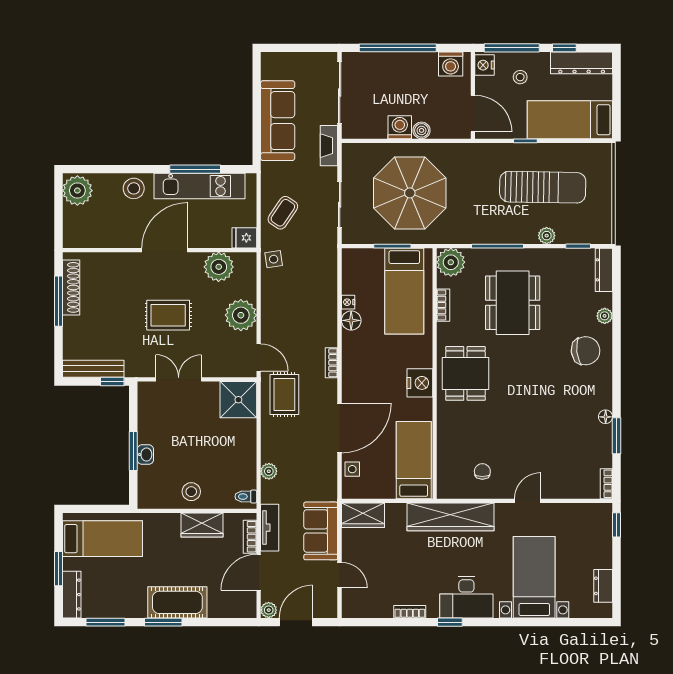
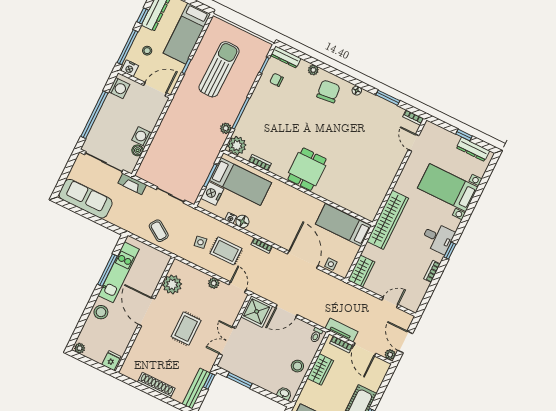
sofa: (278, 121) -> (86, 199), moved
boiler: (422, 130) -> (138, 150), moved
plant: (77, 191) -> (80, 348), width x0.53, depth x0.53
parasol: (410, 193) -> (184, 150), removed
plant: (547, 236) -> (226, 128), moved
fridge: (244, 238) -> (111, 361), moved, turned 180
side table: (274, 259) -> (200, 242), moved
shoe rack: (71, 287) -> (156, 385), moved
window: (58, 301) -> (146, 389), removed
dining table: (513, 303) -> (279, 121), removed
plant: (241, 315) -> (214, 283), width x0.53, depth x0.53
door: (259, 357) -> (237, 287), hinge flipped
dining table: (465, 373) -> (307, 169), turned 90
nightstand: (420, 383) -> (212, 194), moved, turned -90
rug: (284, 394) -> (226, 251), moved
floor lamp: (606, 417) -> (357, 91), moved
door: (259, 440) -> (286, 311), added
window: (133, 451) -> (239, 380), moved
washbasin: (145, 455) -> (284, 393), moved
plant: (269, 471) -> (308, 314), removed
chair: (482, 471) -> (277, 80), moved
door: (528, 501) -> (414, 143), moved
window: (617, 525) -> (464, 135), moved
sofa: (321, 531) -> (358, 301), removed
dresser: (603, 586) -> (473, 149), width x1.44
desk: (466, 597) -> (438, 238), width x0.73

